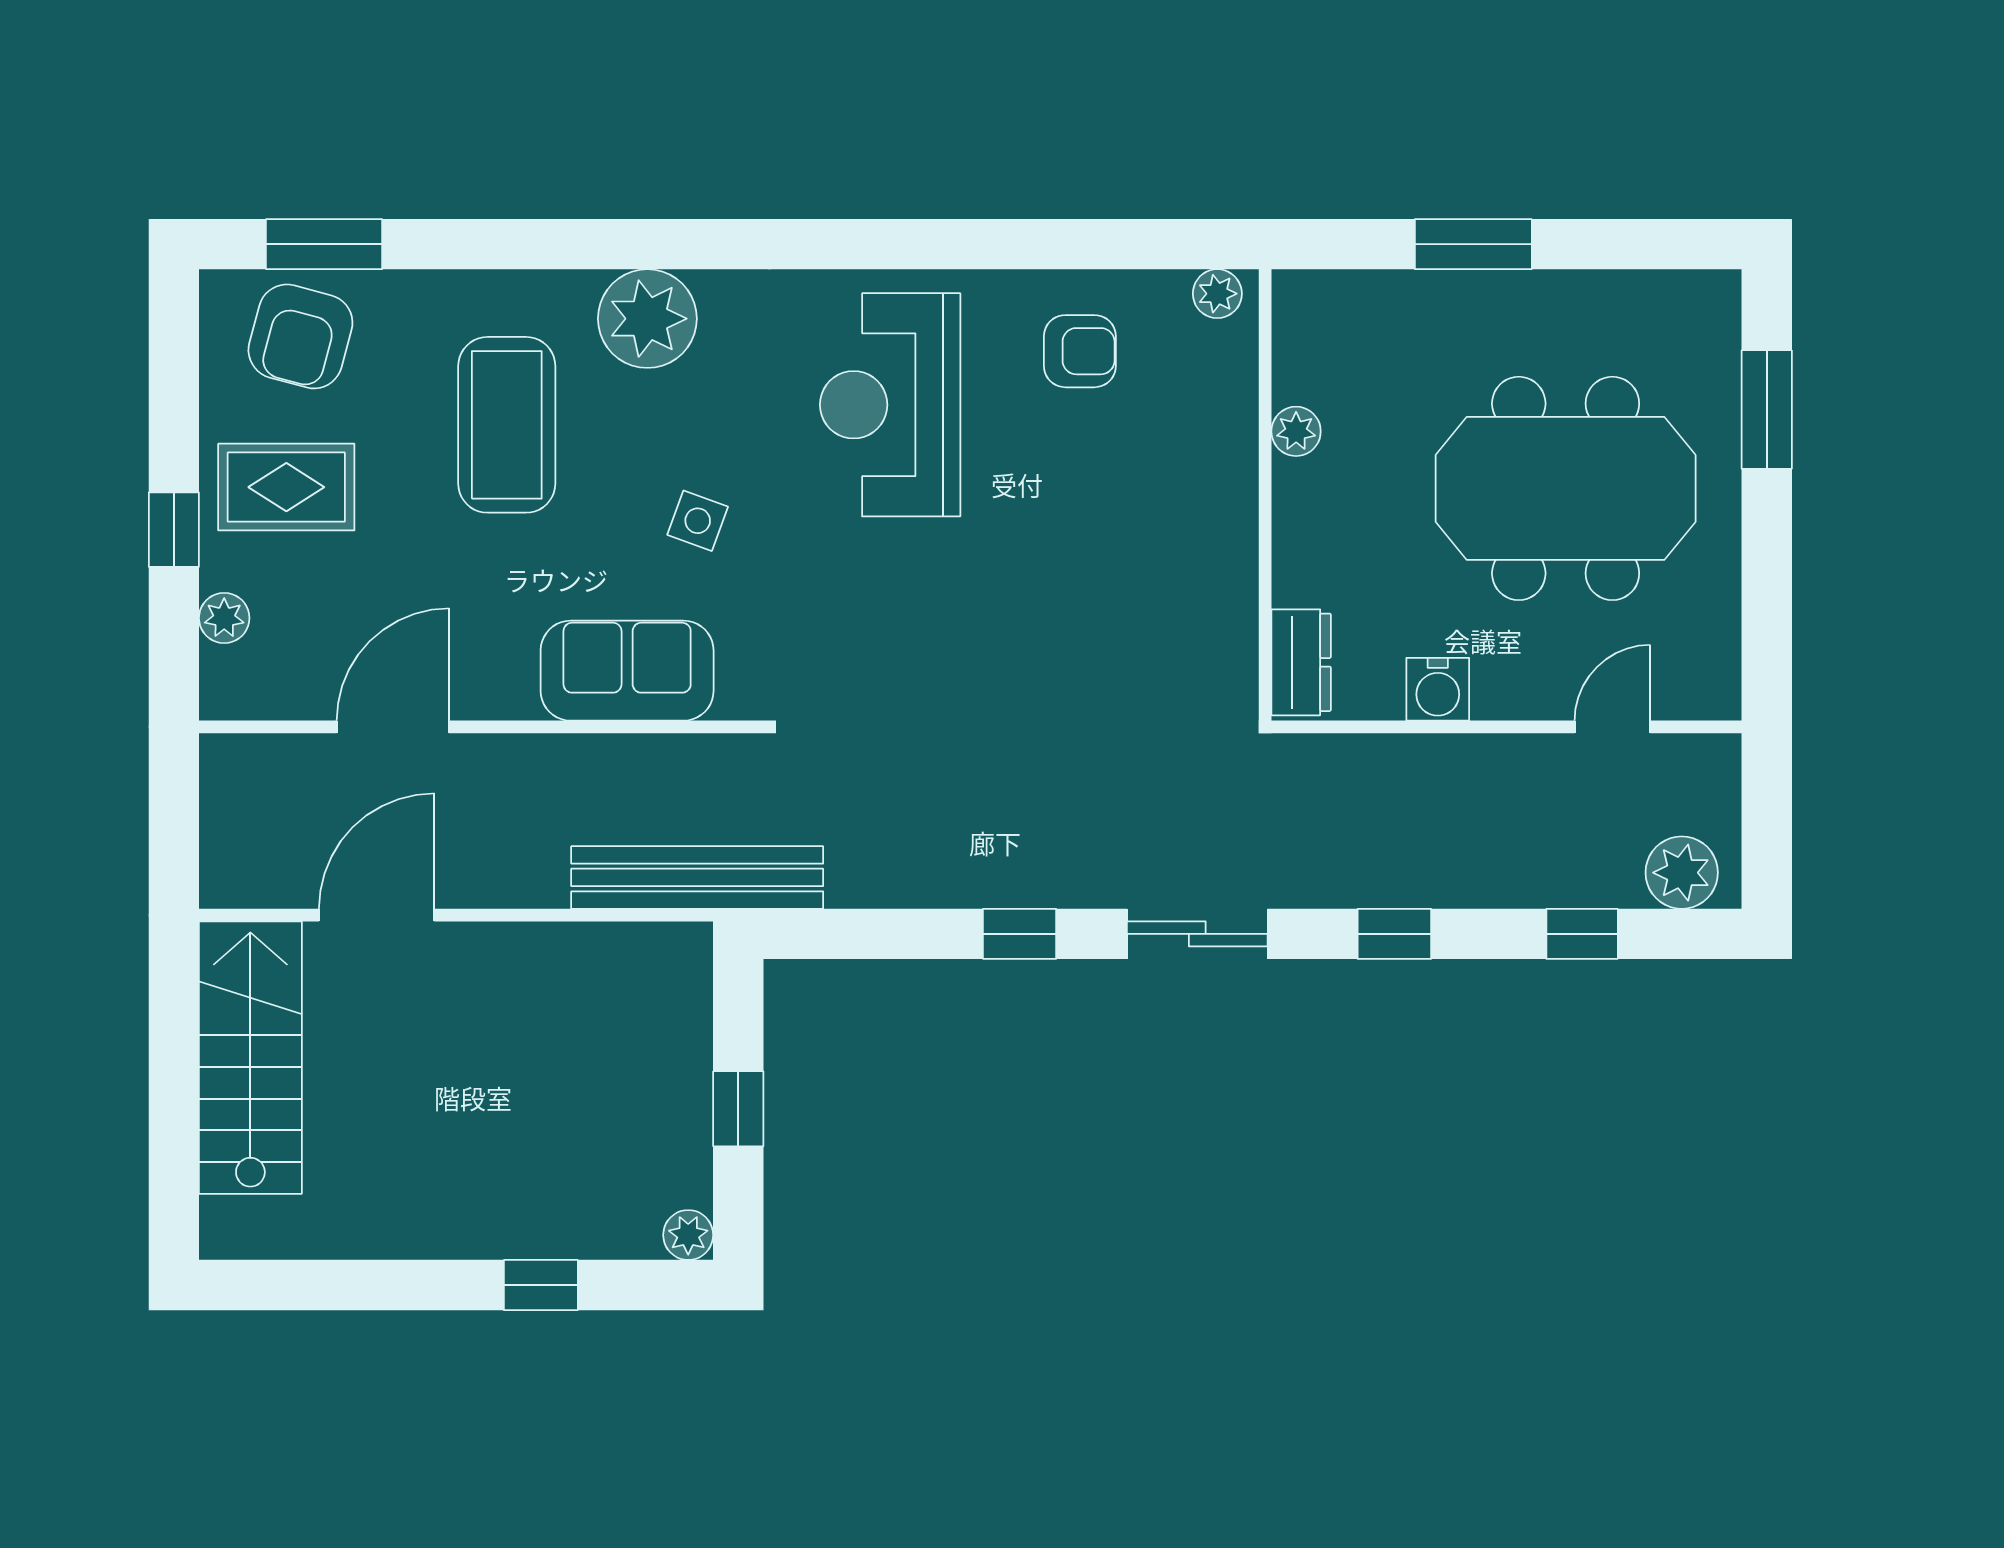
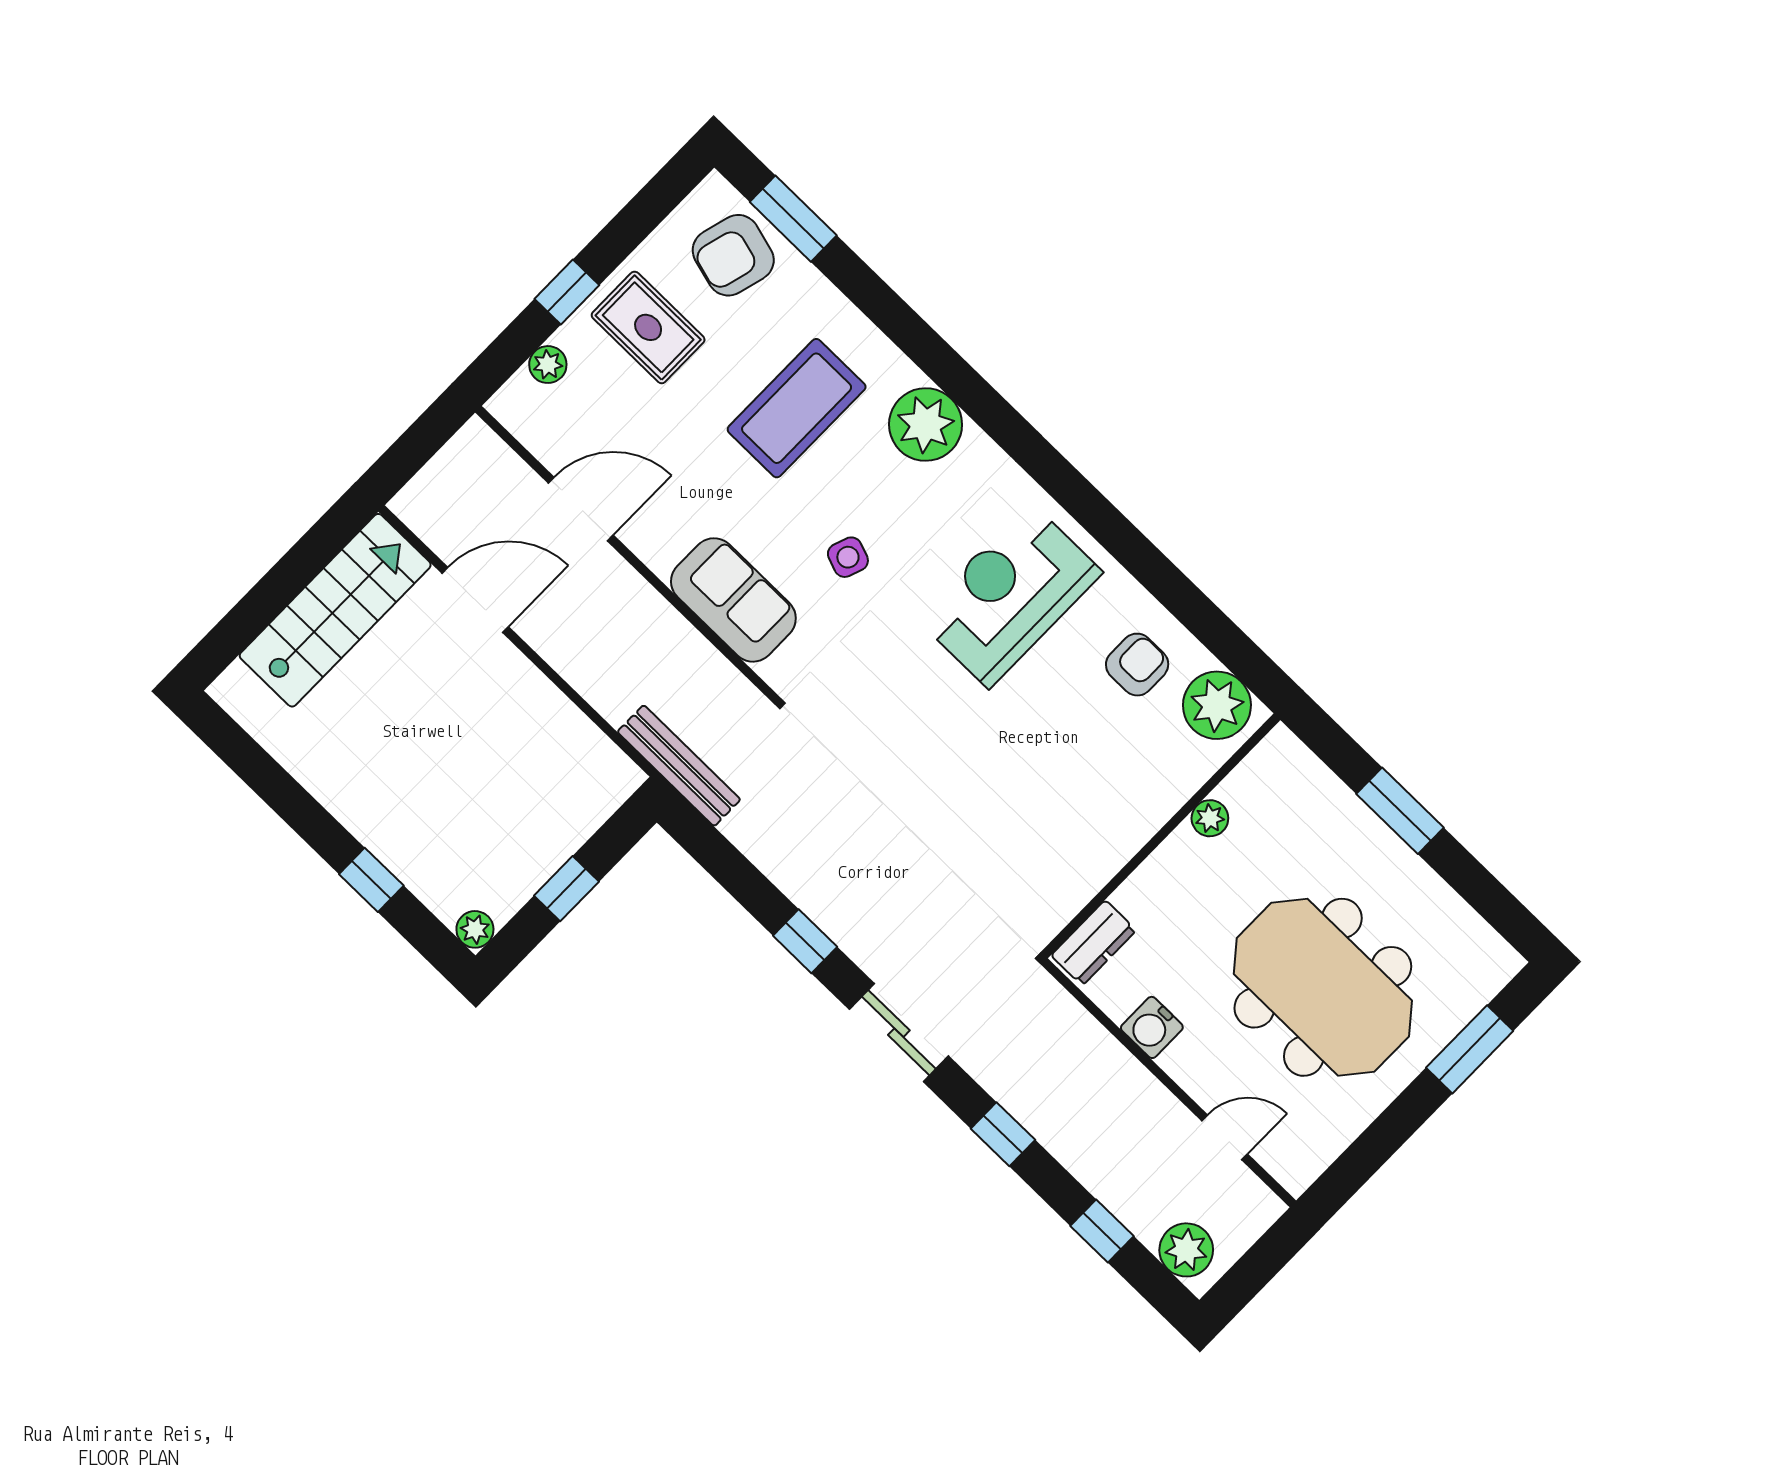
plant: (1217, 294) -> (1217, 705), width x1.88, depth x1.88
armchair: (1080, 351) -> (1137, 665), turned -90
bench: (697, 877) -> (679, 766), width x0.73, depth x0.82

